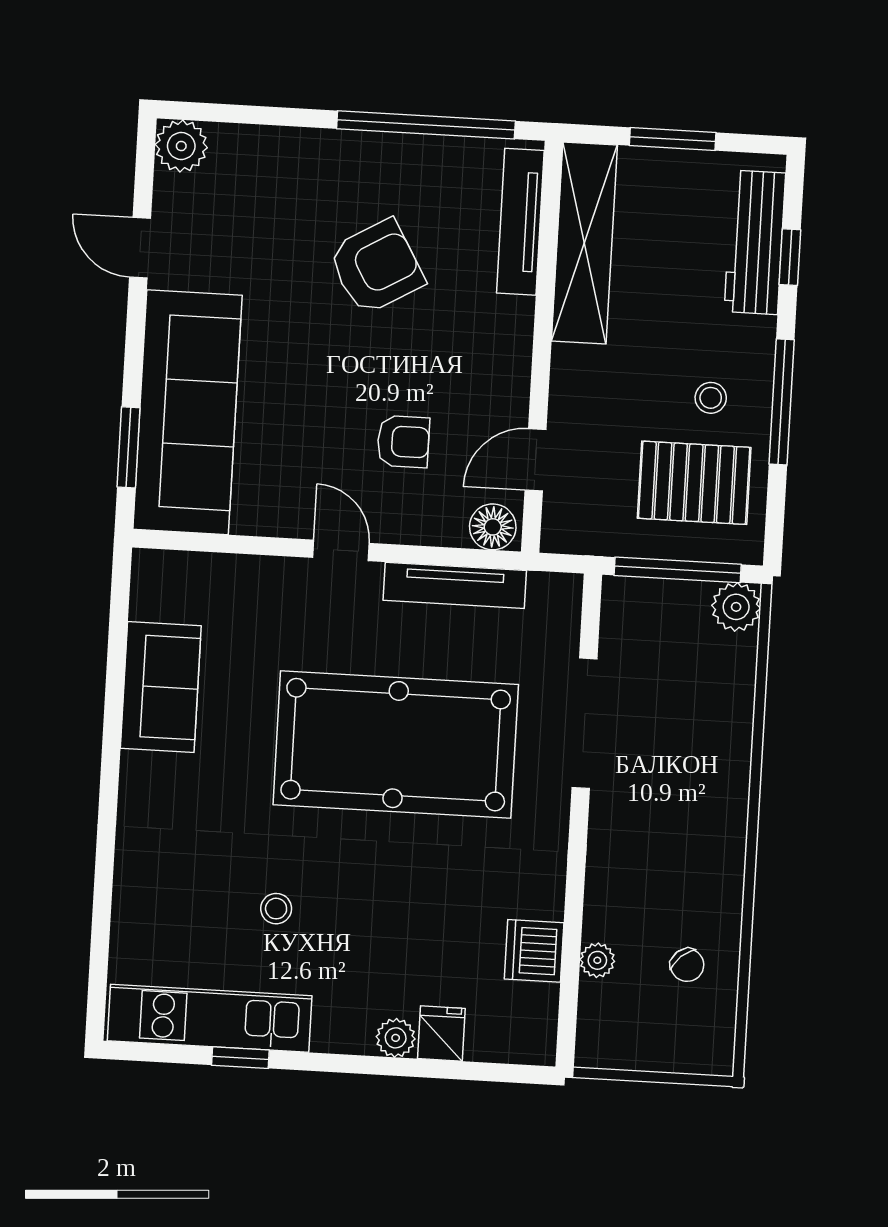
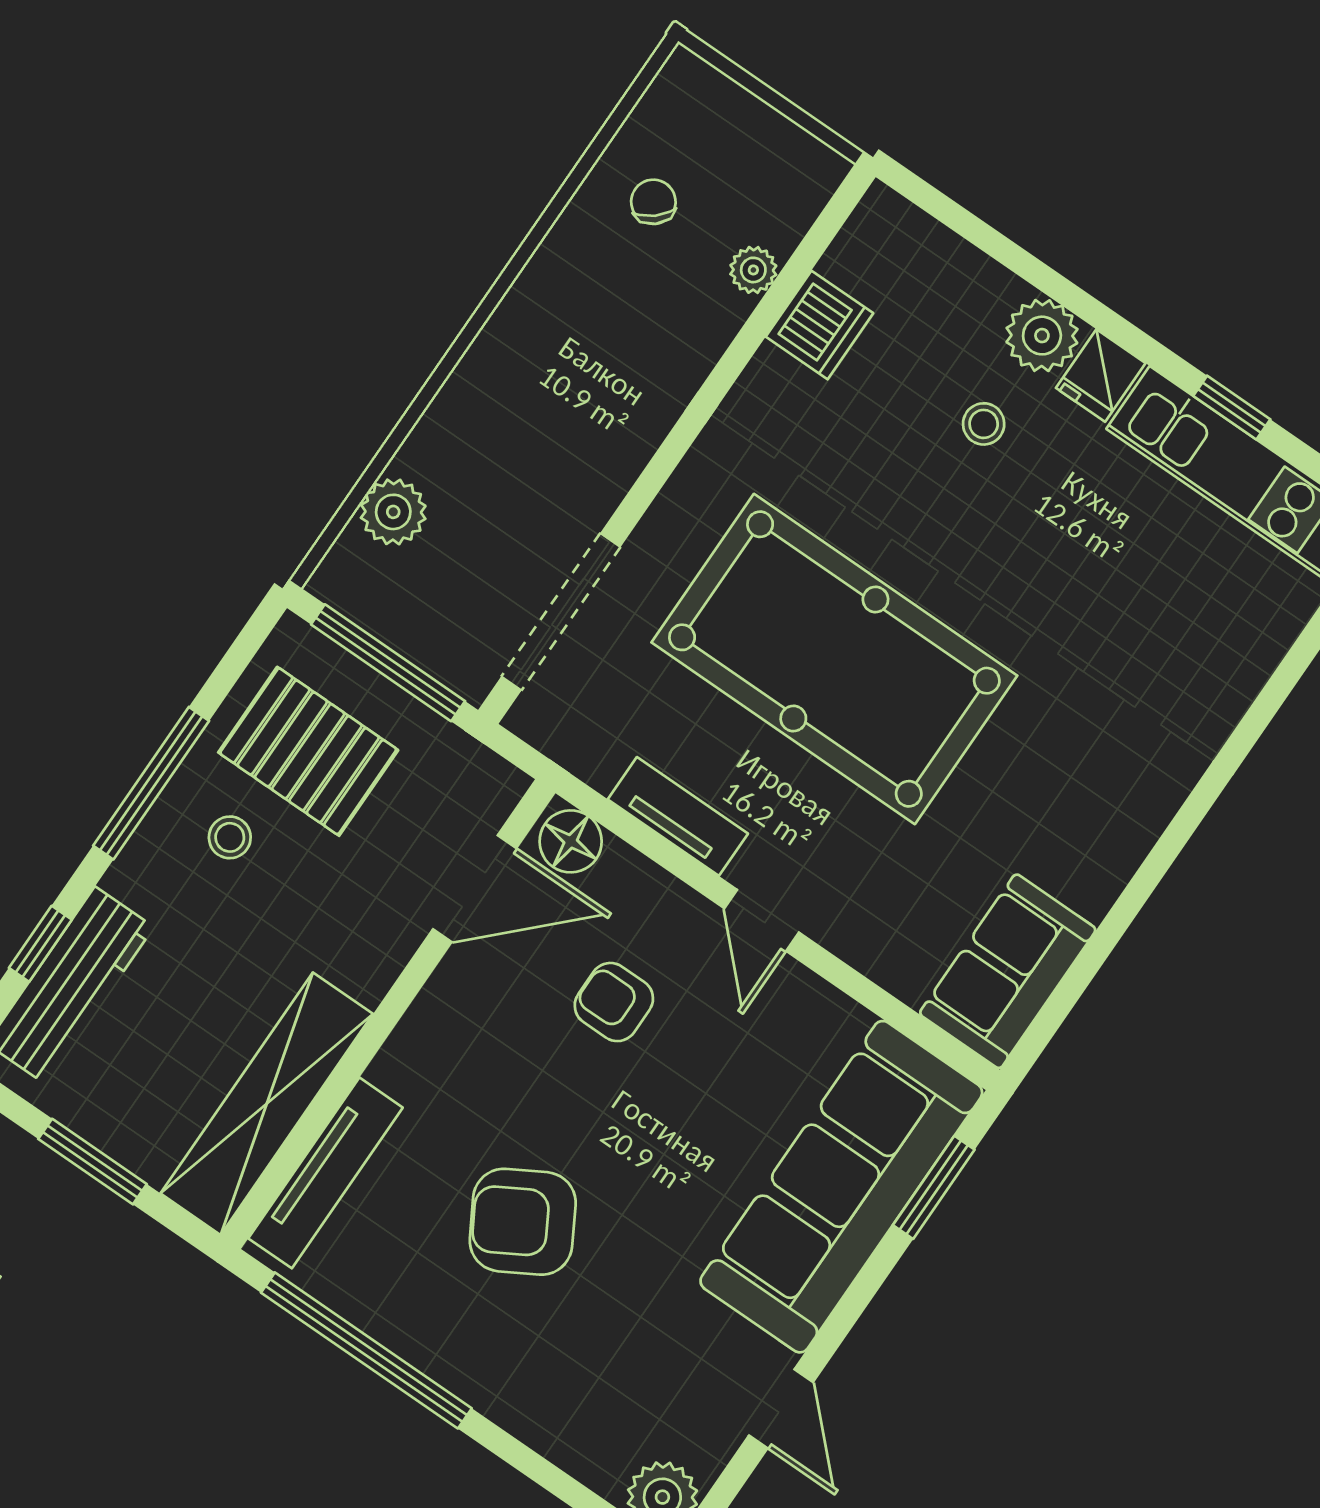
door: (535, 460) -> (475, 889), width x1.38
tv unit: (455, 585) -> (678, 816), width x0.71
plant: (736, 607) -> (393, 512), moved
sofa: (161, 687) -> (1008, 971), moved
doorway: (584, 723) -> (561, 612), moved
stool: (276, 909) -> (984, 424), moved
fridge: (441, 1034) -> (1101, 375), moved
plant: (396, 1038) -> (1042, 336), width x1.38, depth x1.38

